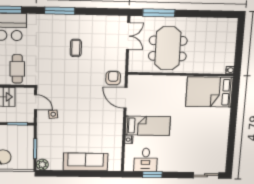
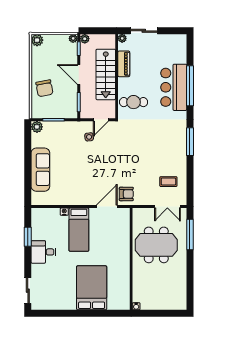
coffee table: (76, 48) -> (168, 182), moved
bed: (209, 92) -> (92, 288), moved
desk: (146, 160) -> (43, 252), moved

